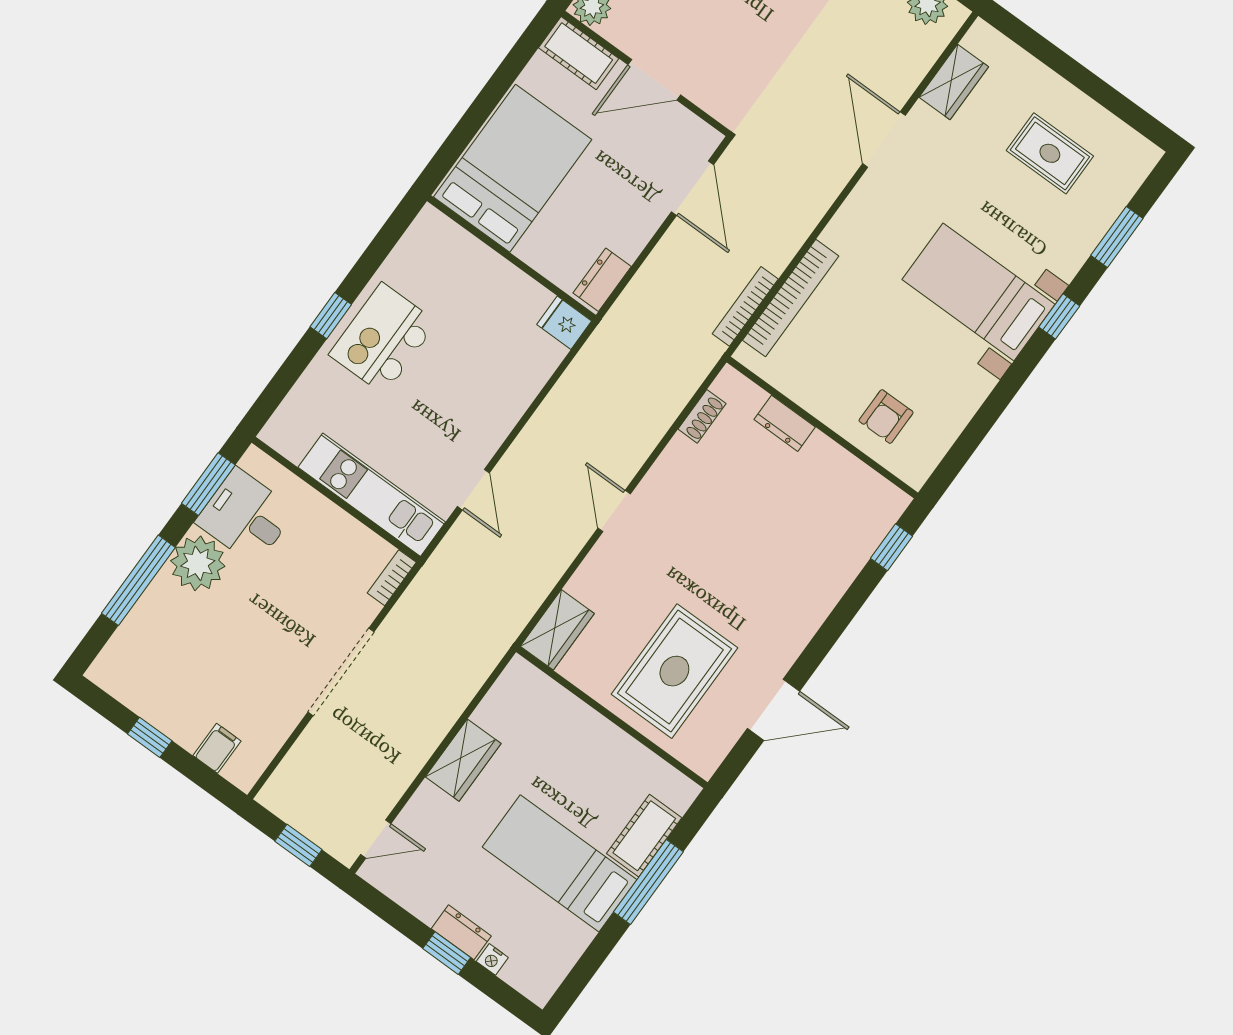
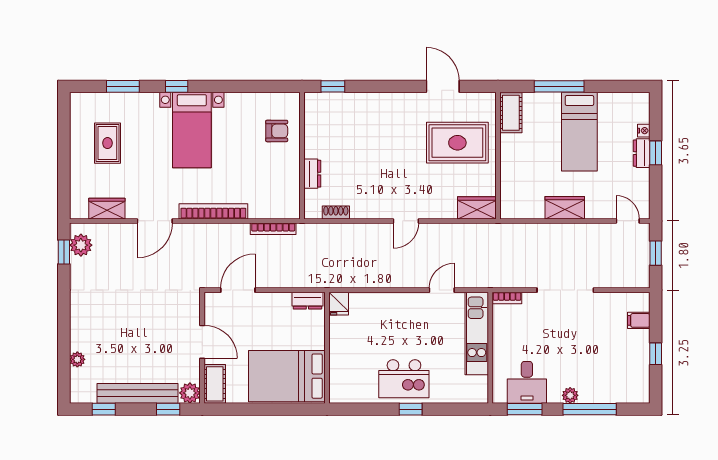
bookcase: (791, 298) -> (213, 211), moved
plant: (198, 563) -> (570, 395), width x0.53, depth x0.53
cot: (644, 836) -> (511, 113), moved, turned 90

